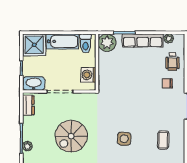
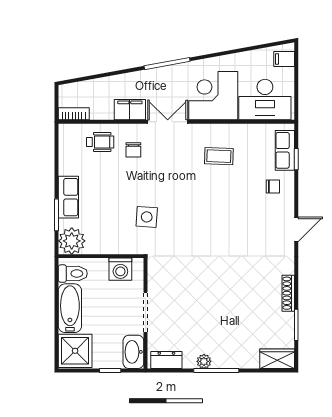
plant: (169, 38) -> (65, 148), removed
row of seats: (143, 40) -> (68, 197), width x0.68
spiral stairs: (71, 136) -> (213, 295), removed
side table: (124, 139) -> (147, 217), moved
plant: (27, 146) -> (204, 361), moved

